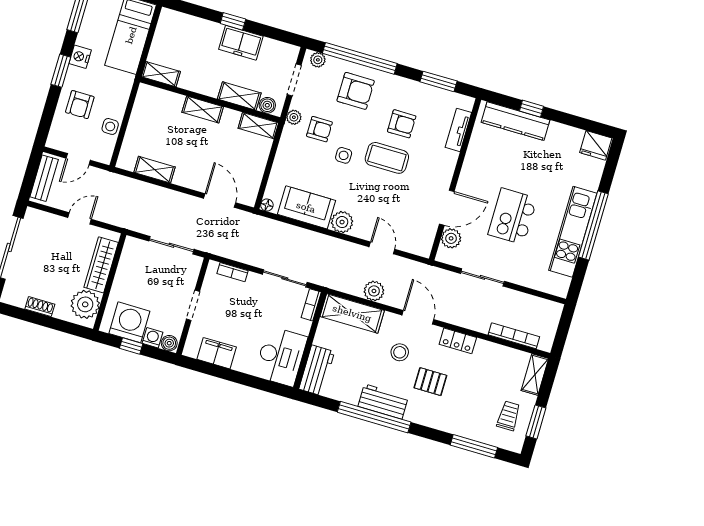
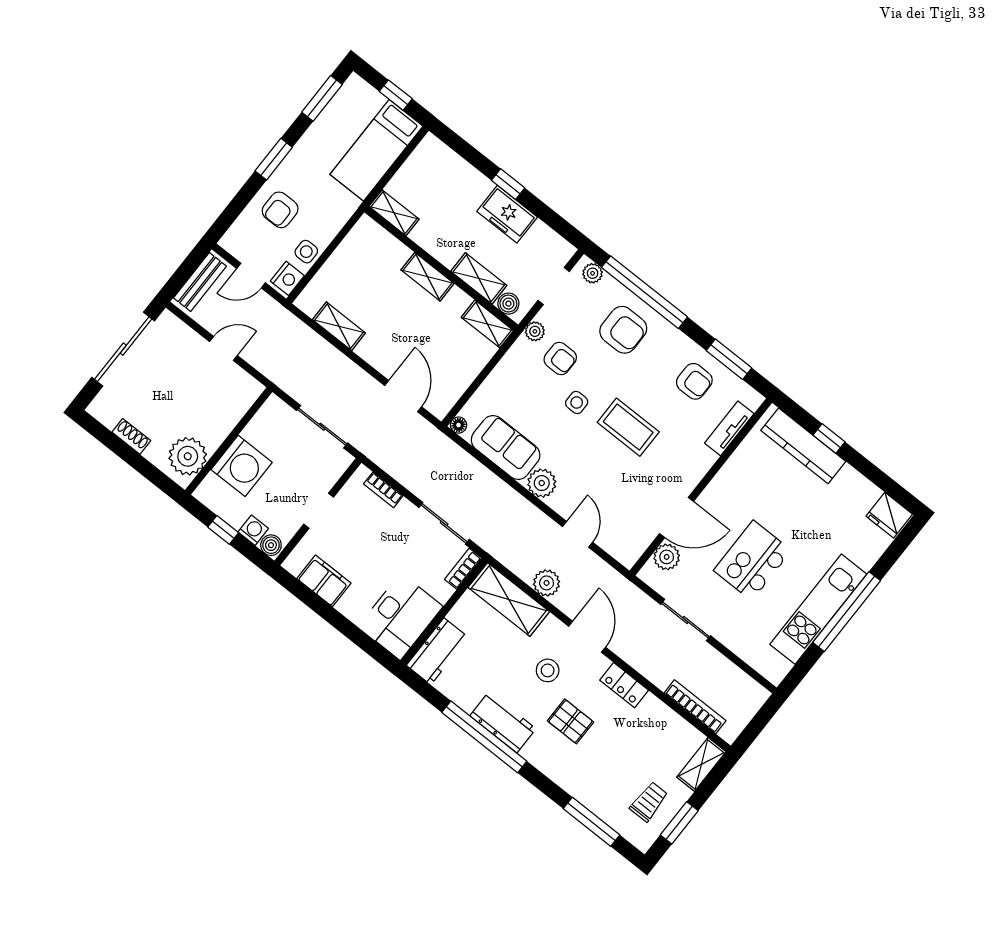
nightstand: (80, 57) -> (287, 278), moved, turned 180
armchair: (402, 124) -> (694, 381), moved
wardrobe: (101, 265) -> (227, 416), removed
washing machine: (129, 322) -> (242, 466), moved, turned 90

